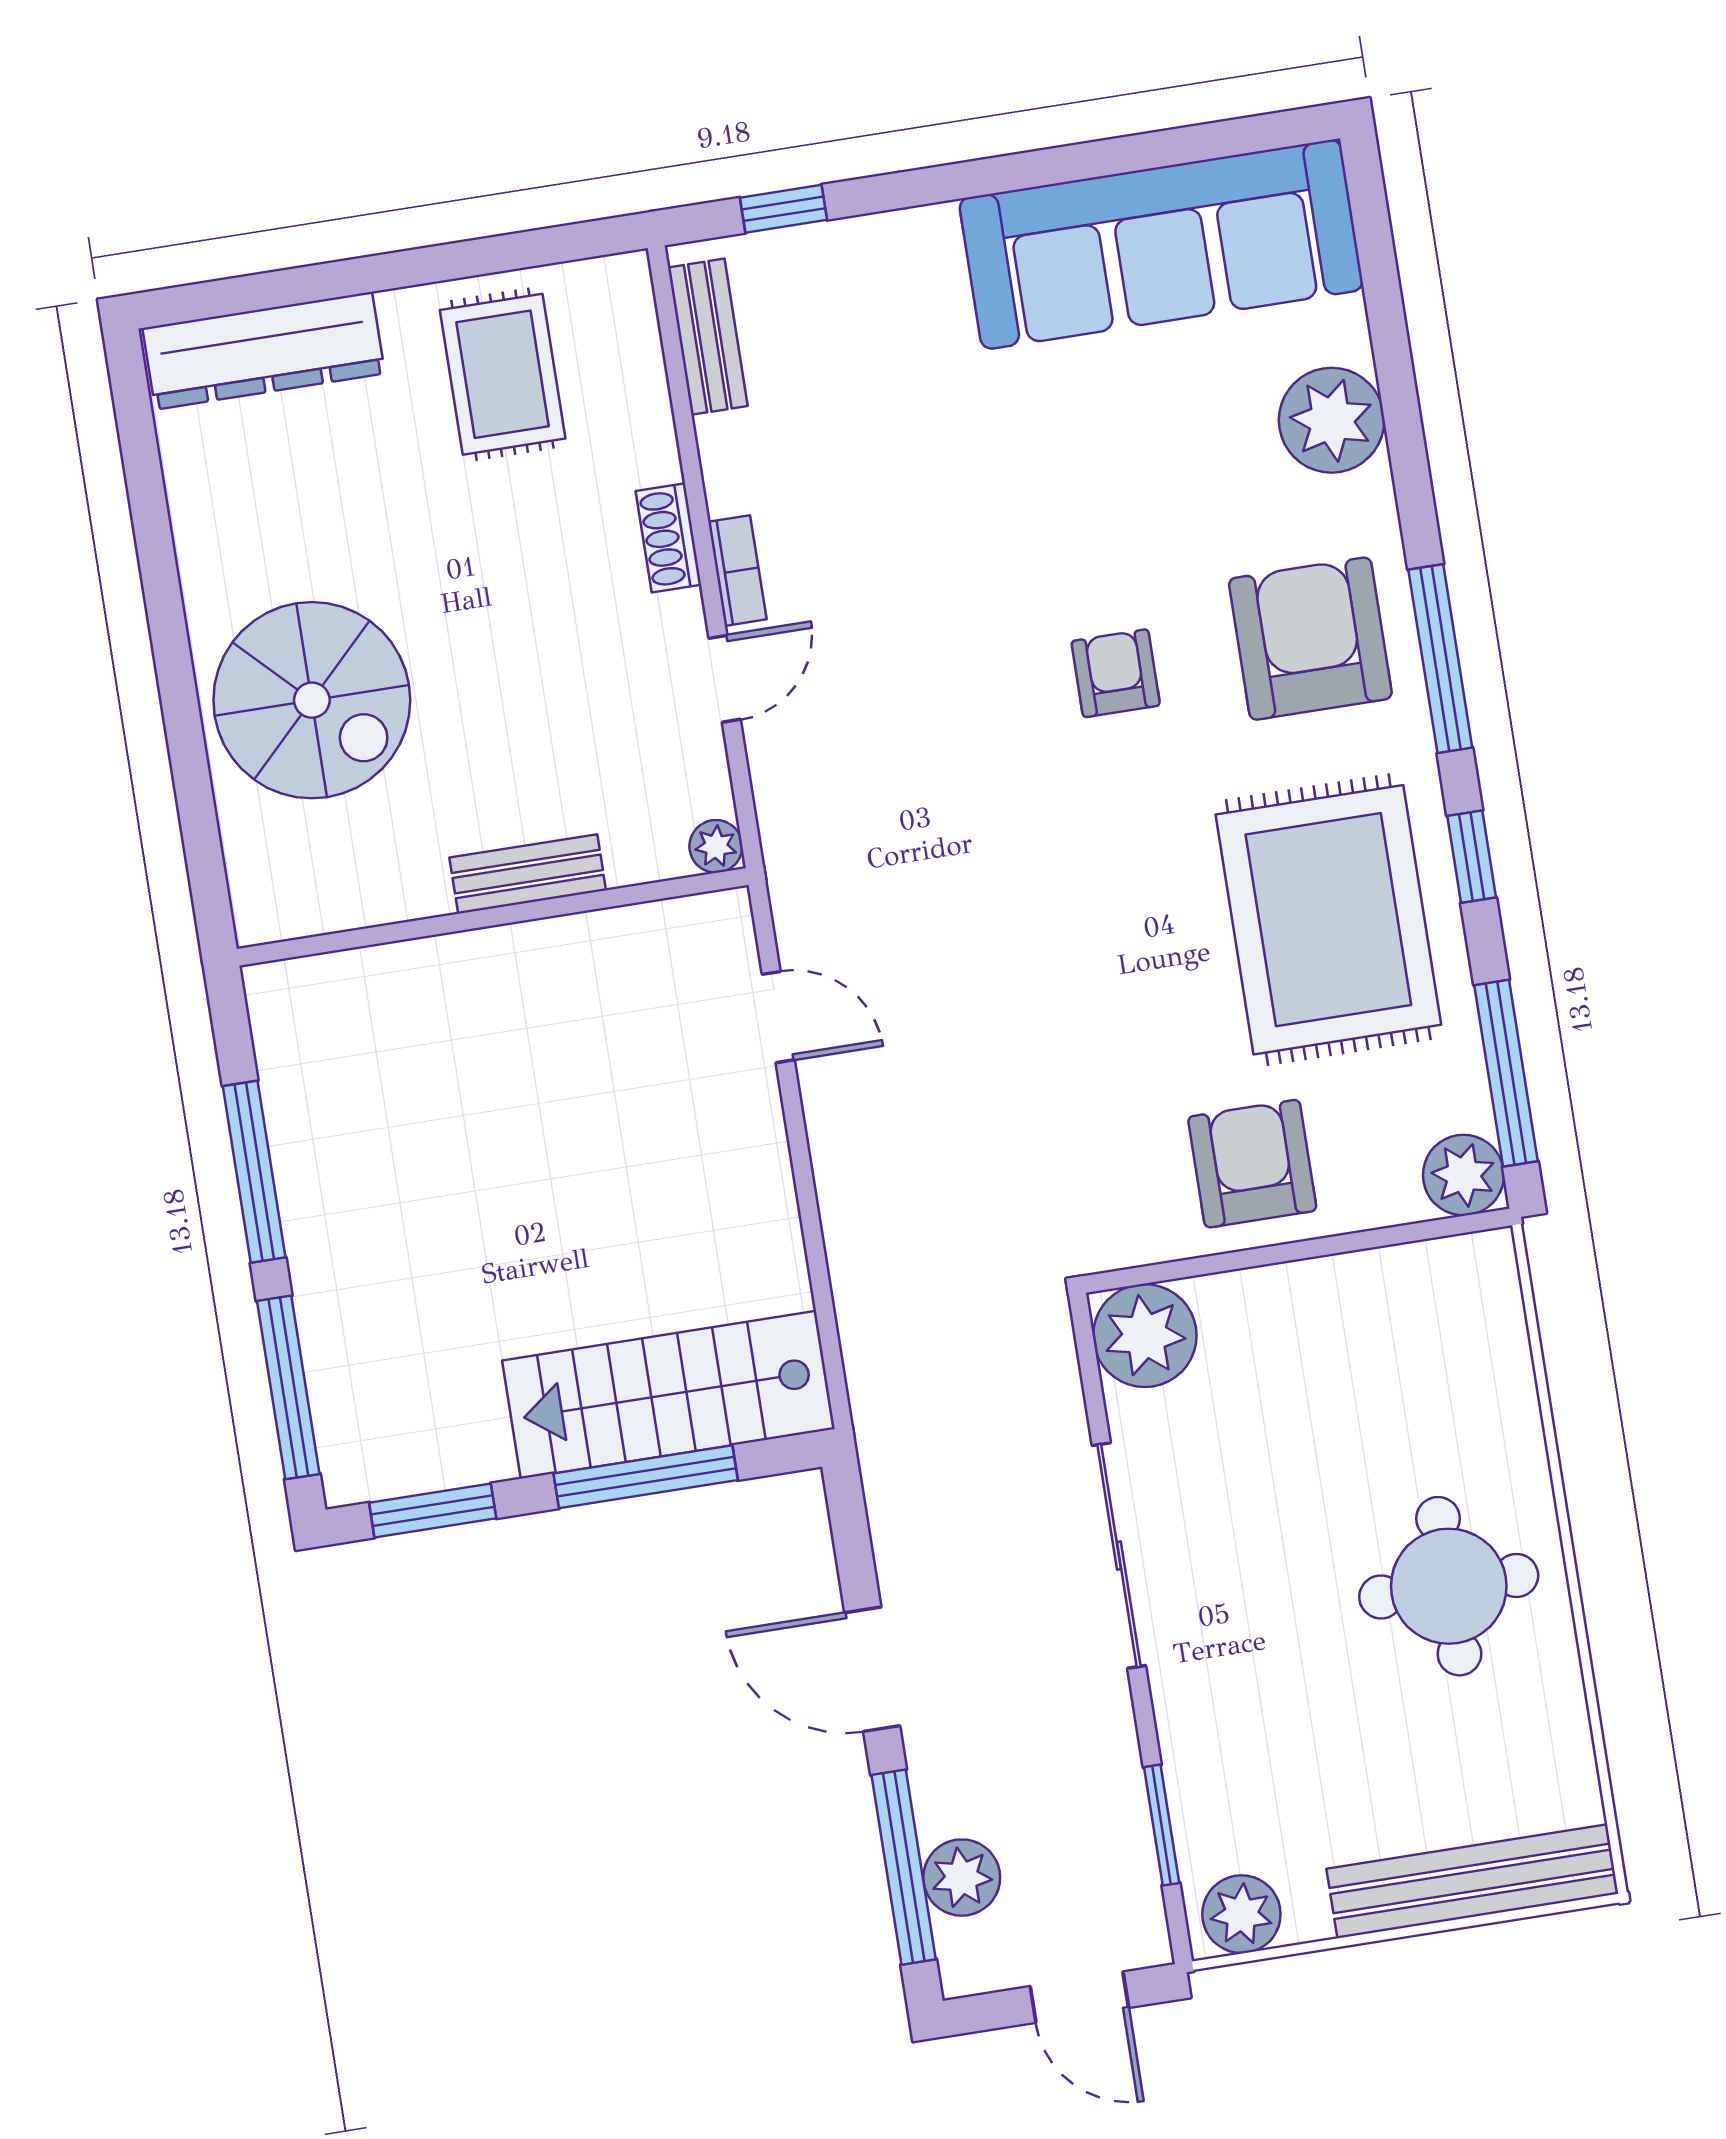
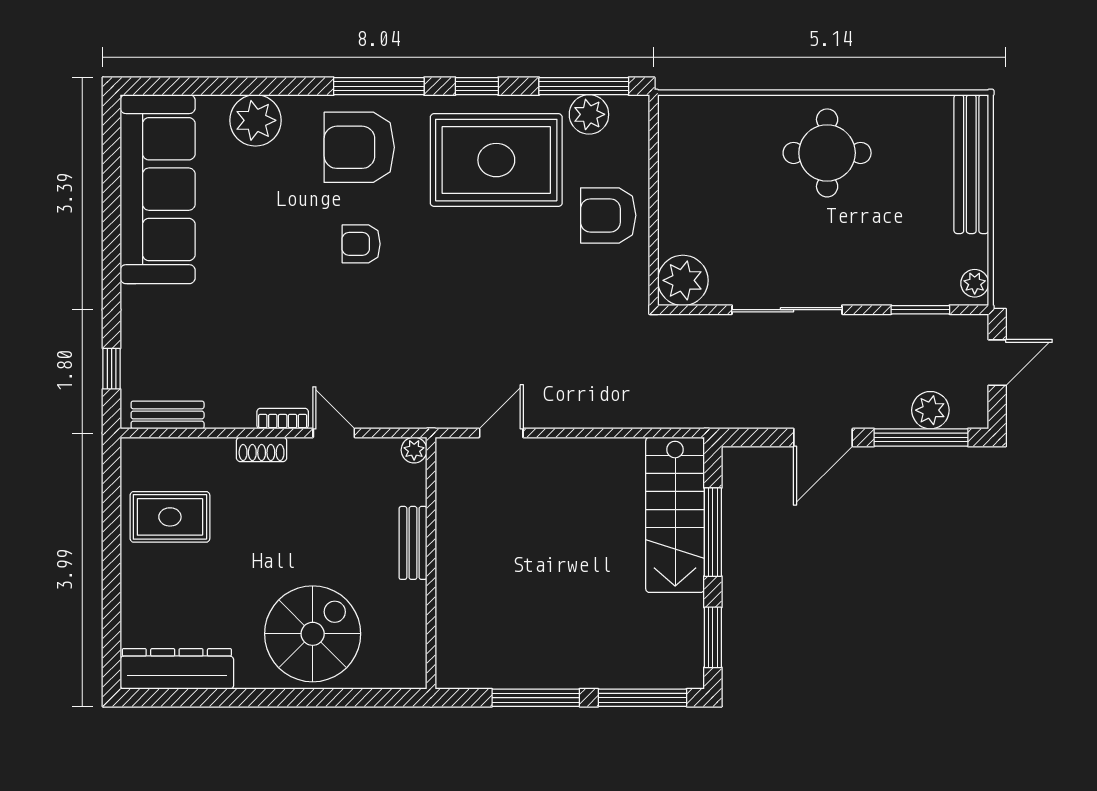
dresser: (264, 351) -> (177, 669), moved, turned -90
plant: (1463, 1175) -> (589, 114), moved
plant: (1241, 1914) -> (975, 283), width x0.73, depth x0.73

